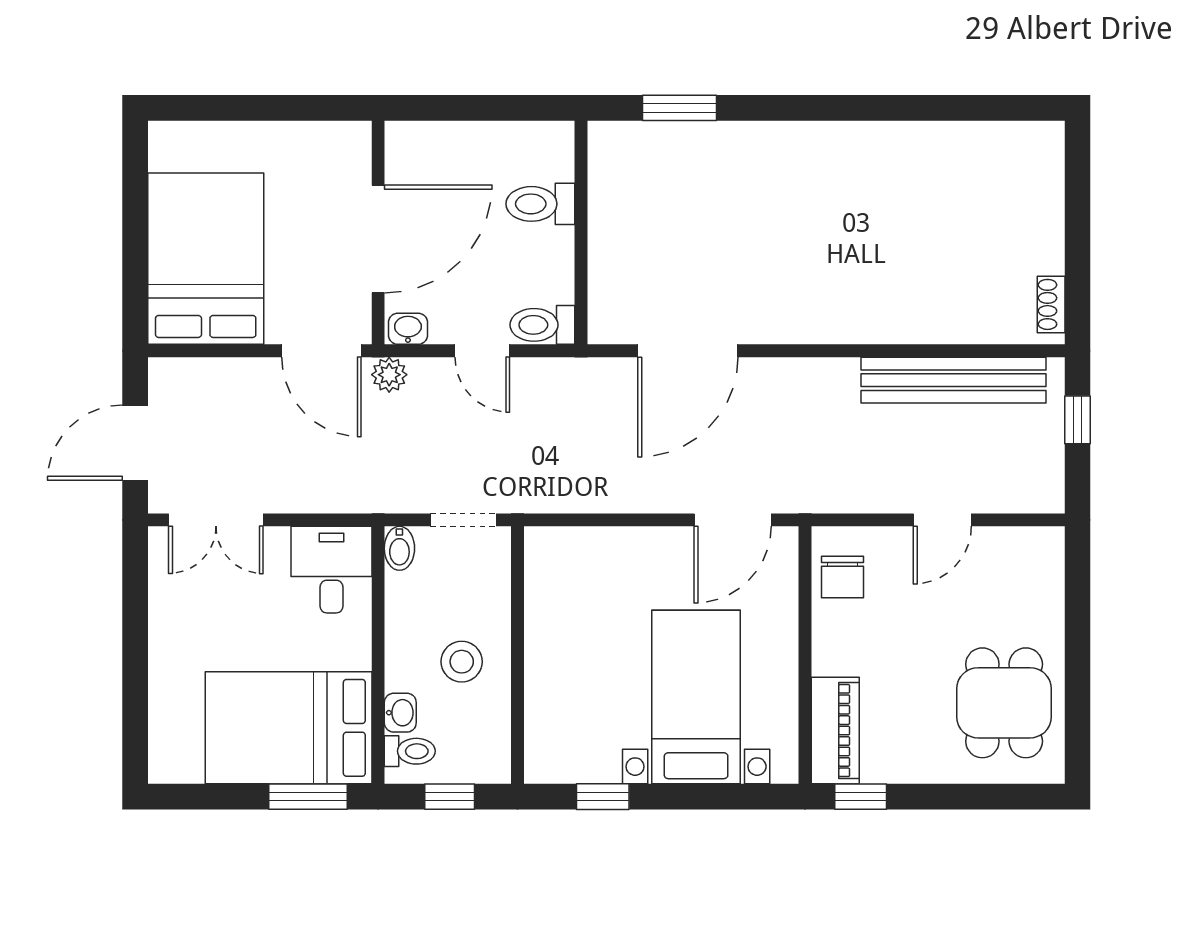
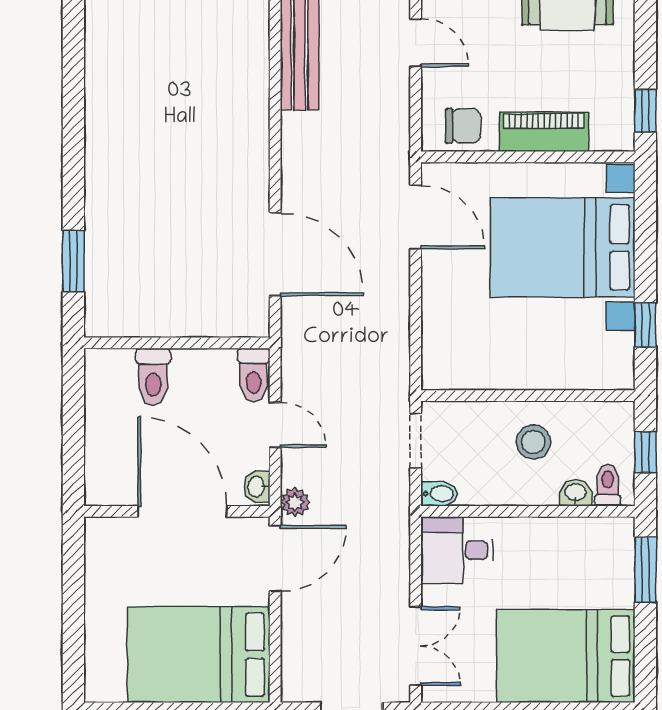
door: (482, 351) -> (275, 425), hinge flipped
bed with nightstands: (696, 697) -> (563, 247), width x1.36
bed: (289, 728) -> (566, 656), moved, turned 90
piano: (835, 731) -> (544, 132), moved

